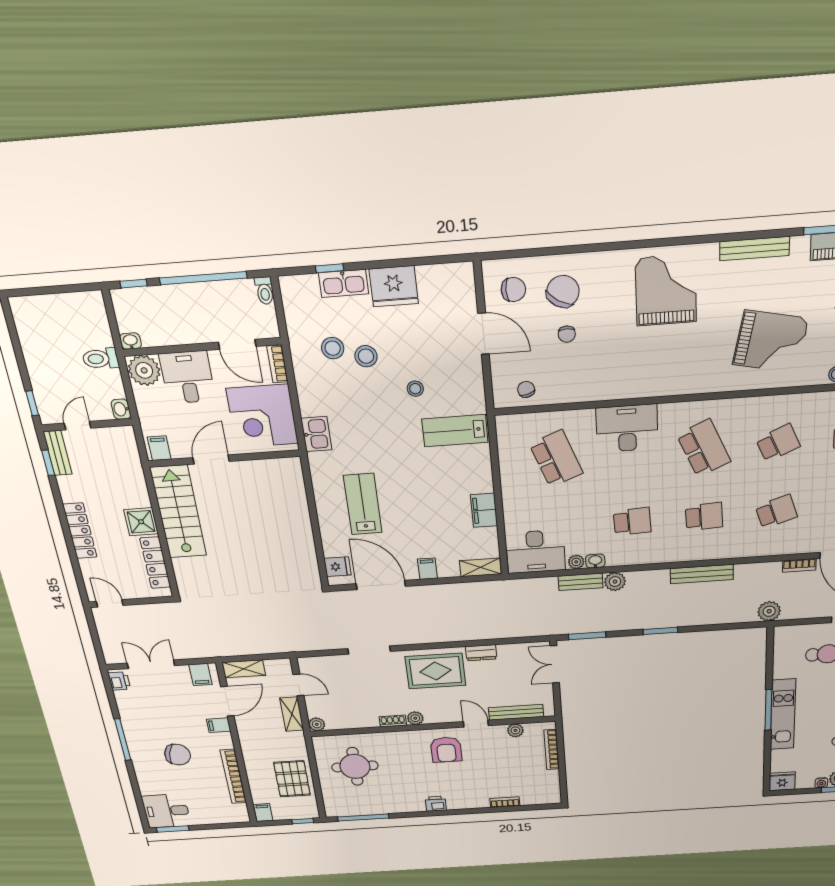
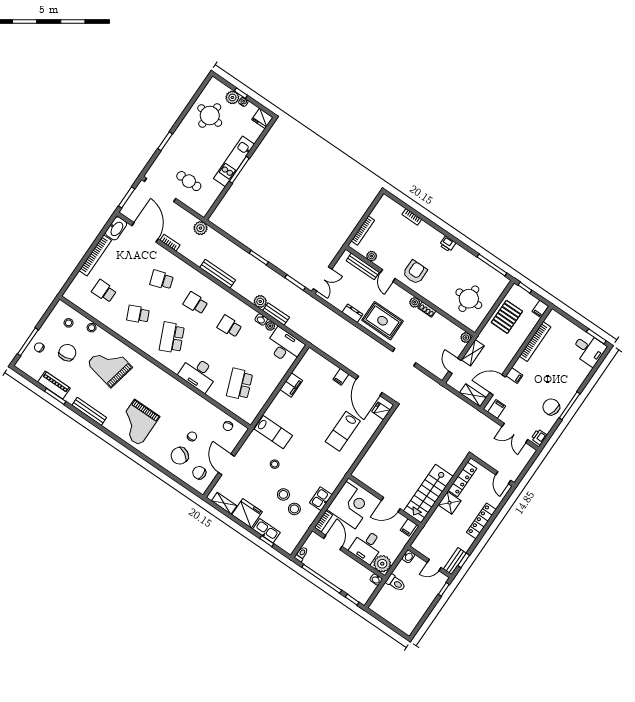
kitchen sink: (316, 434) -> (321, 499), moved
shelving: (480, 567) -> (224, 503), moved
chair: (178, 755) -> (551, 407), moved

